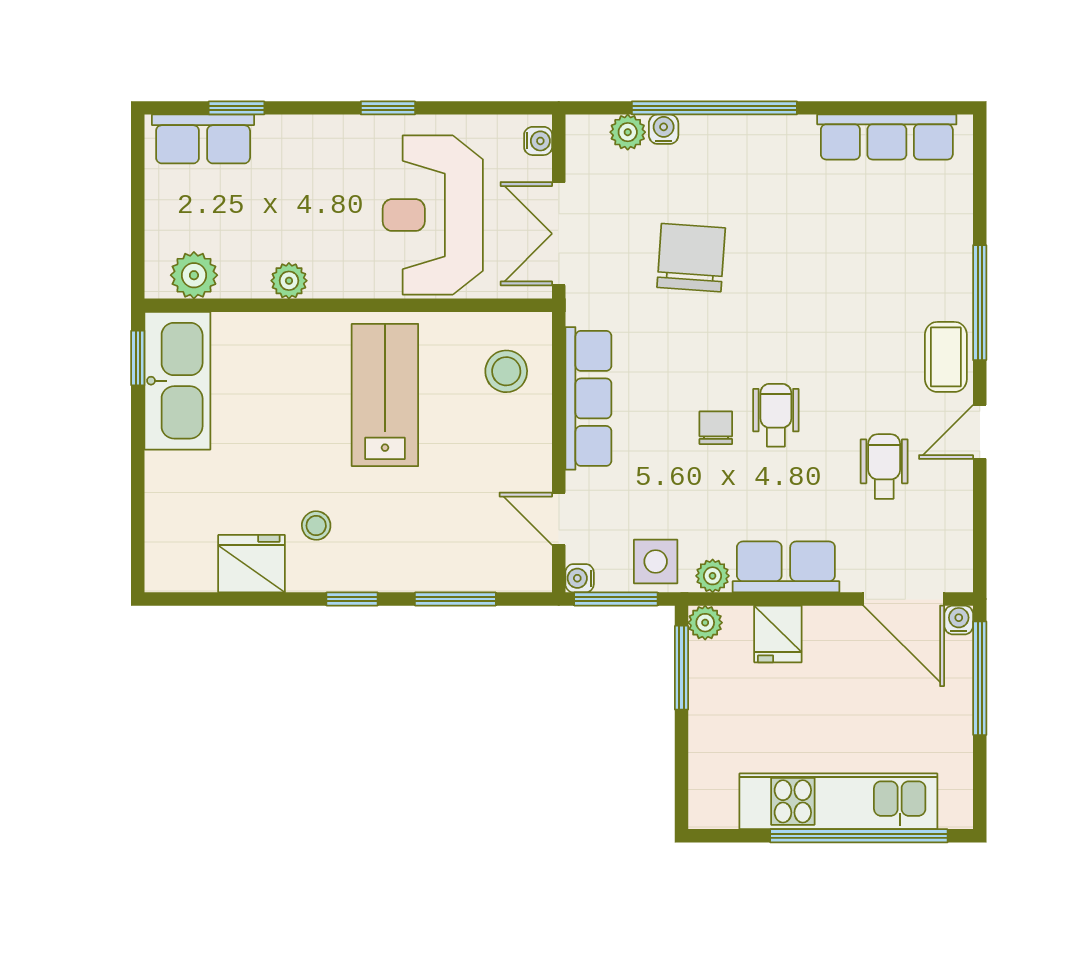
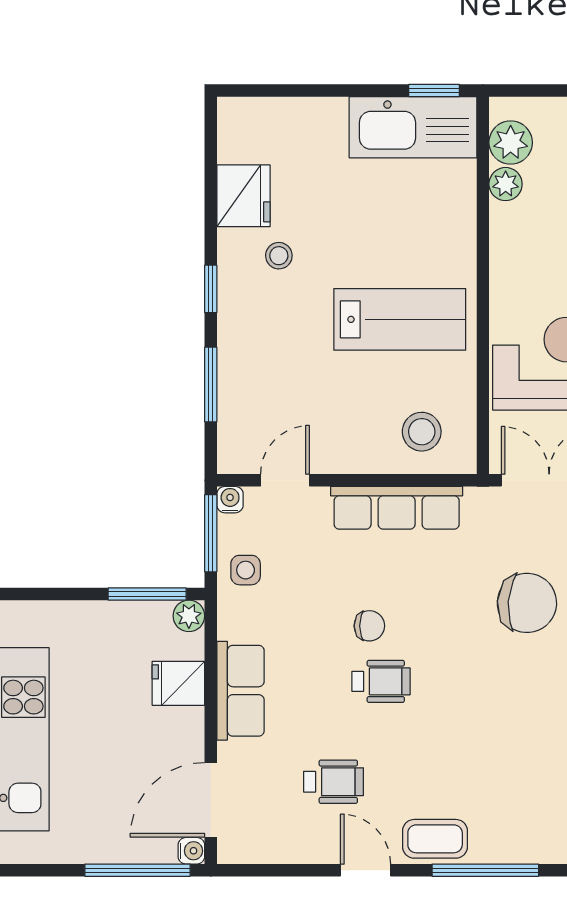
plant: (289, 281) -> (506, 184), moved
side table: (656, 561) -> (246, 570), width x0.73, depth x0.73
plant: (713, 576) -> (232, 623), removed

